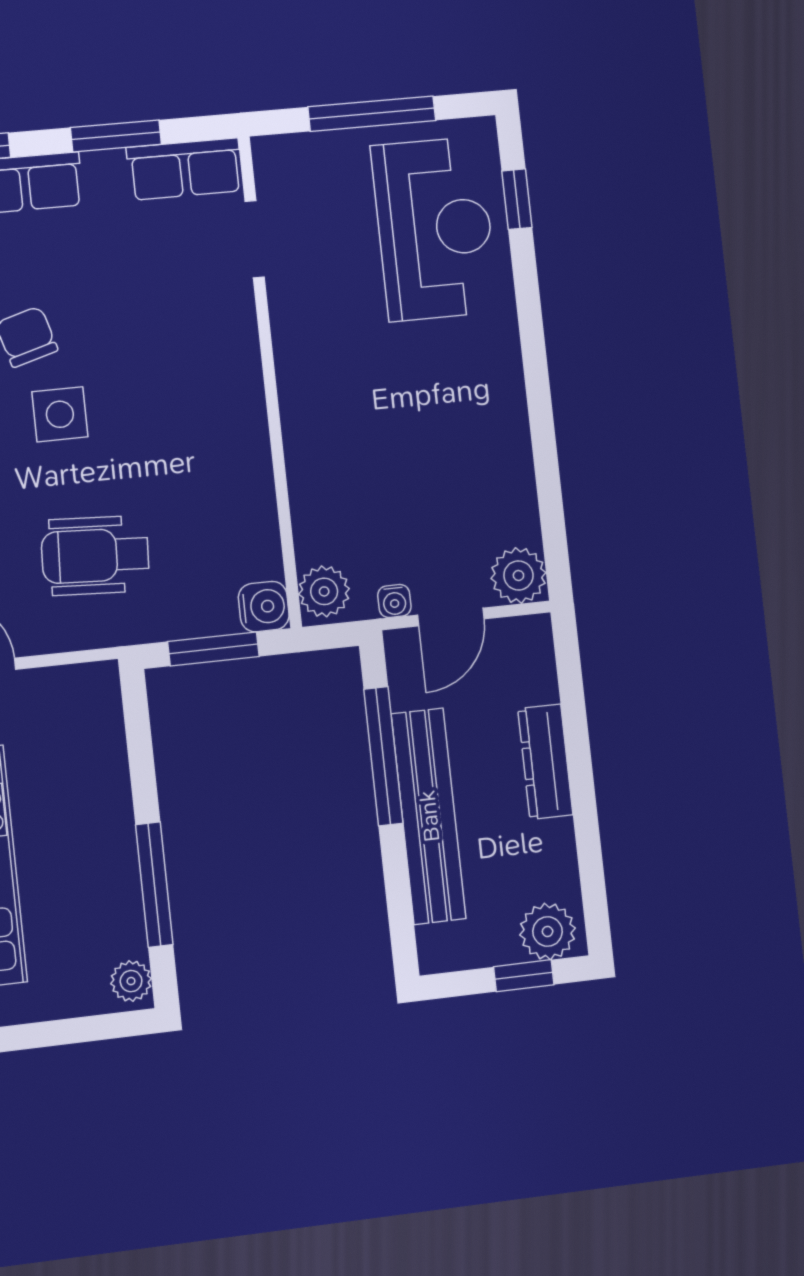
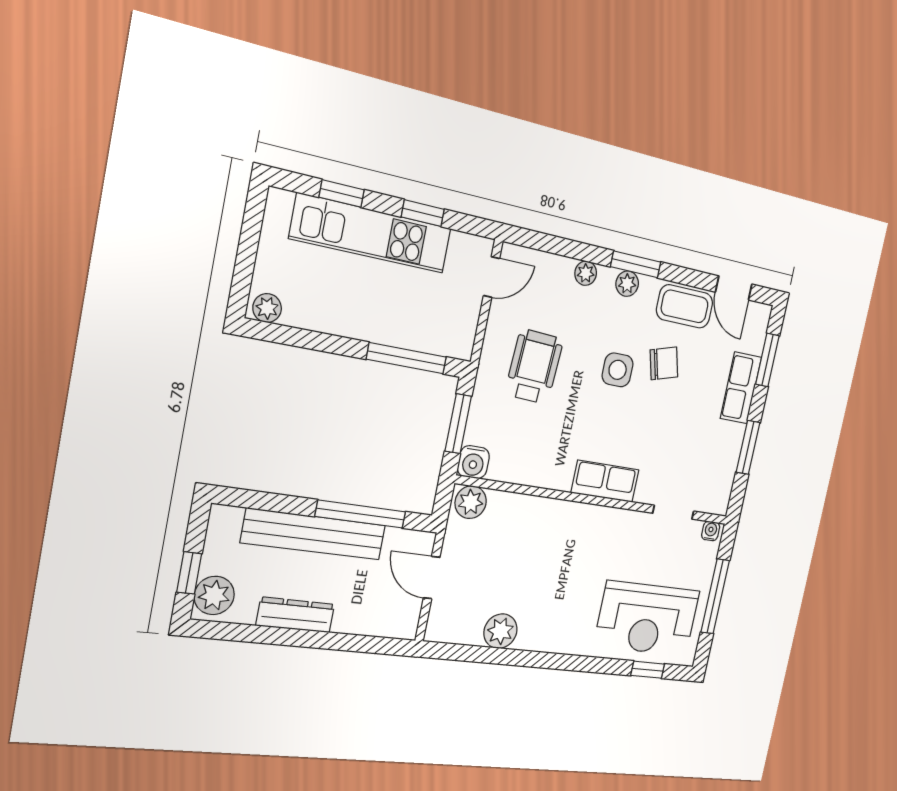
row of seats: (185, 169) -> (605, 481), moved, turned 90
plant: (518, 575) -> (500, 631), moved
water cooler: (394, 601) -> (711, 531), moved, turned 90
dresser: (545, 762) -> (295, 615), moved
window: (154, 885) -> (407, 358), moved

